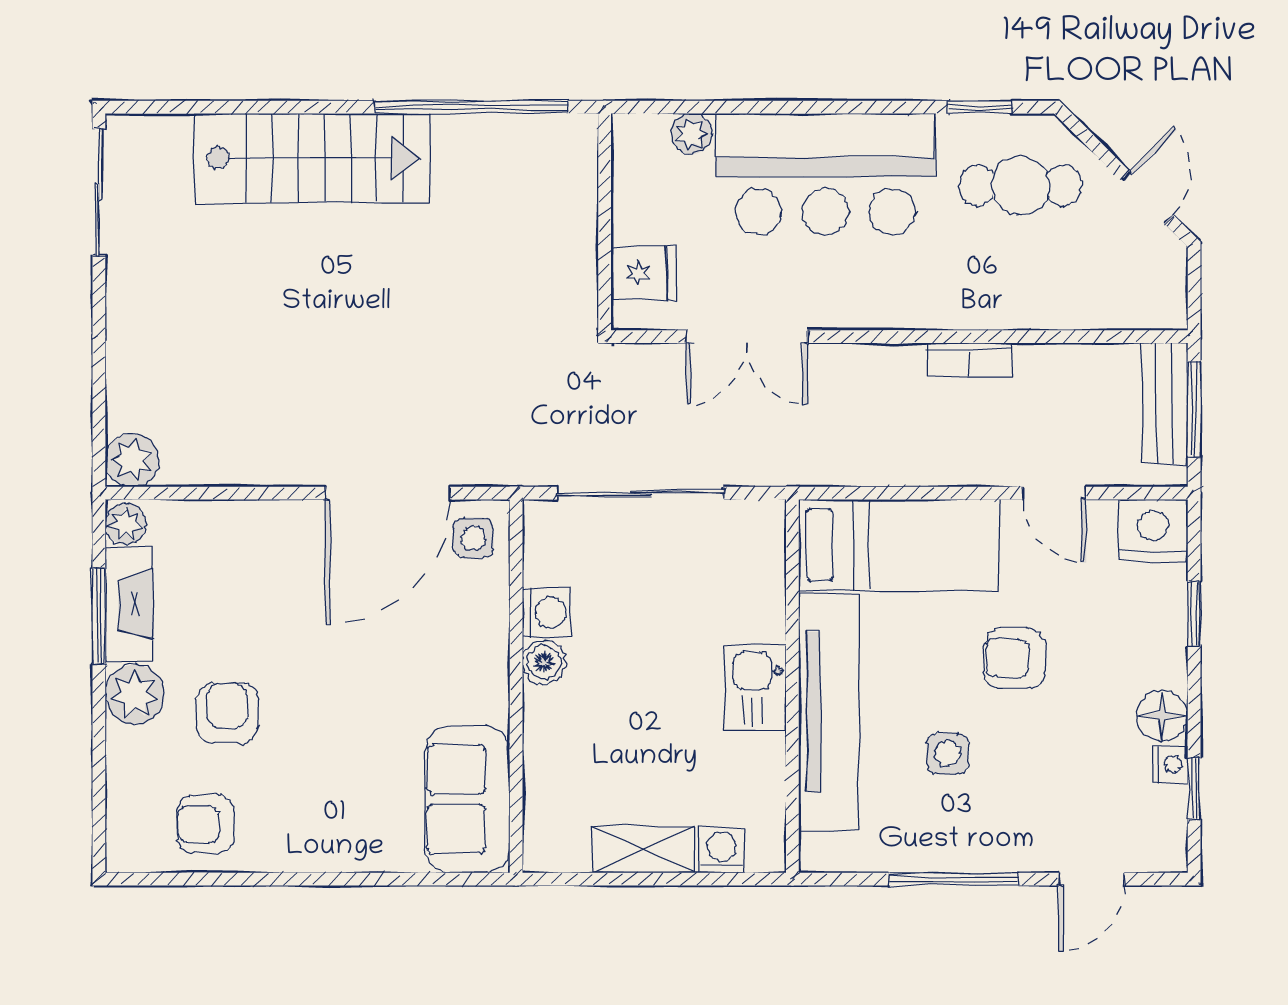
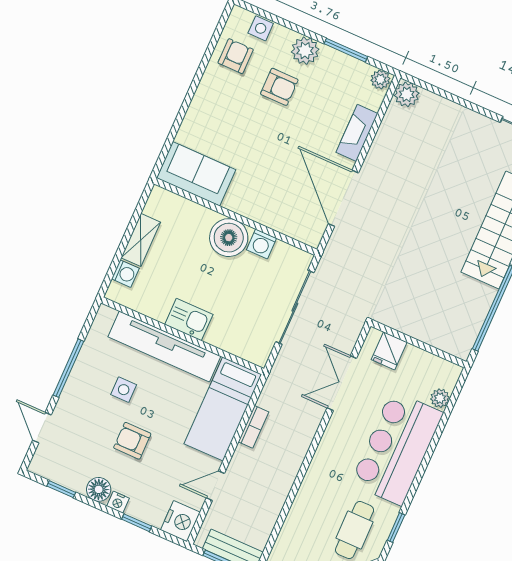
bookcase: (969, 360) -> (254, 427), moved, turned 180
side table: (473, 538) -> (261, 28), moved
fireplace: (129, 605) -> (357, 133), moved, turned 90
armchair: (1014, 658) -> (132, 441), moved, turned -90
boiler: (544, 662) -> (229, 238), width x1.86, depth x1.86
nightstand: (1170, 764) -> (118, 502), moved

